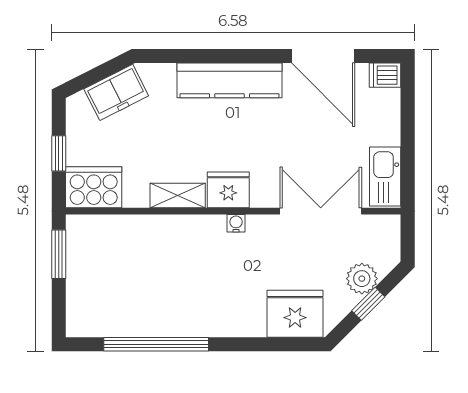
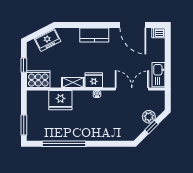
kitchen counter: (230, 80) -> (94, 35), width x0.67
window: (59, 254) -> (24, 125), moved
fridge: (295, 314) -> (60, 100), moved, turned 180

